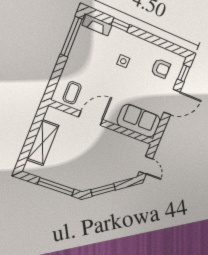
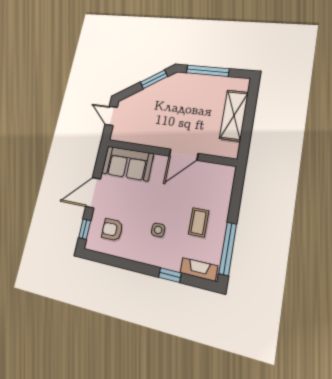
coffee table: (72, 93) -> (199, 222), moved

